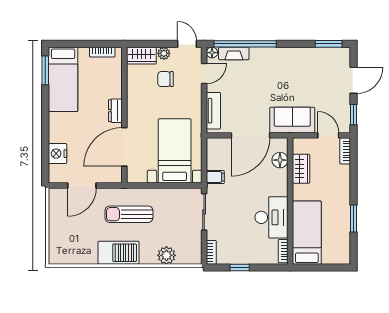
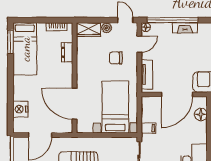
fireplace: (234, 53) -> (185, 28), moved
chair: (166, 79) -> (116, 58), moved
dresser: (115, 111) -> (67, 52), moved
door: (124, 147) -> (75, 104), hinge flipped

